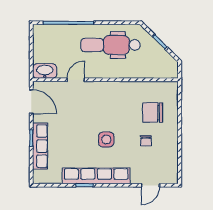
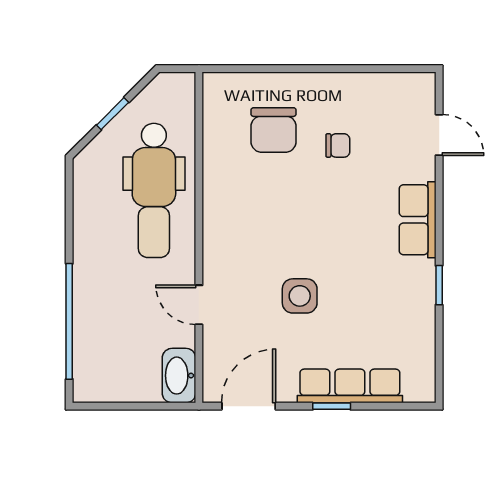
dental chair: (110, 45) -> (154, 190), moved
side table: (106, 139) -> (300, 296), moved
row of seats: (96, 176) -> (418, 220), width x0.50

